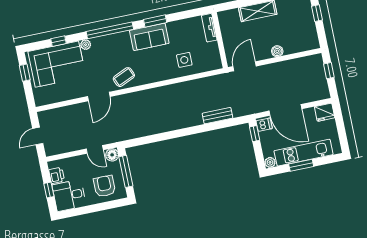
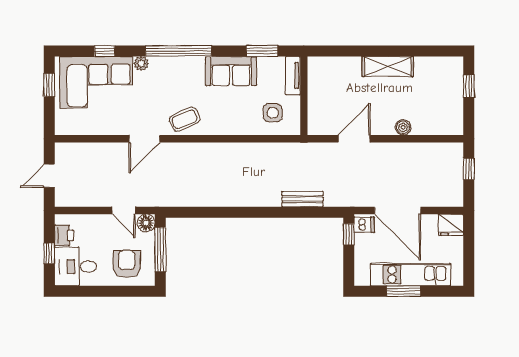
window: (155, 21) -> (262, 51), moved
tv unit: (209, 28) -> (293, 76), moved
wall: (220, 40) -> (304, 96), moved
plant: (270, 162) -> (361, 278), removed

